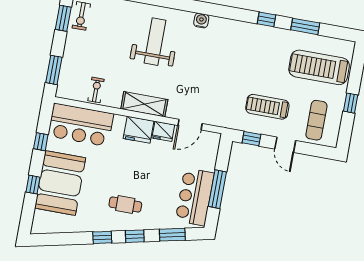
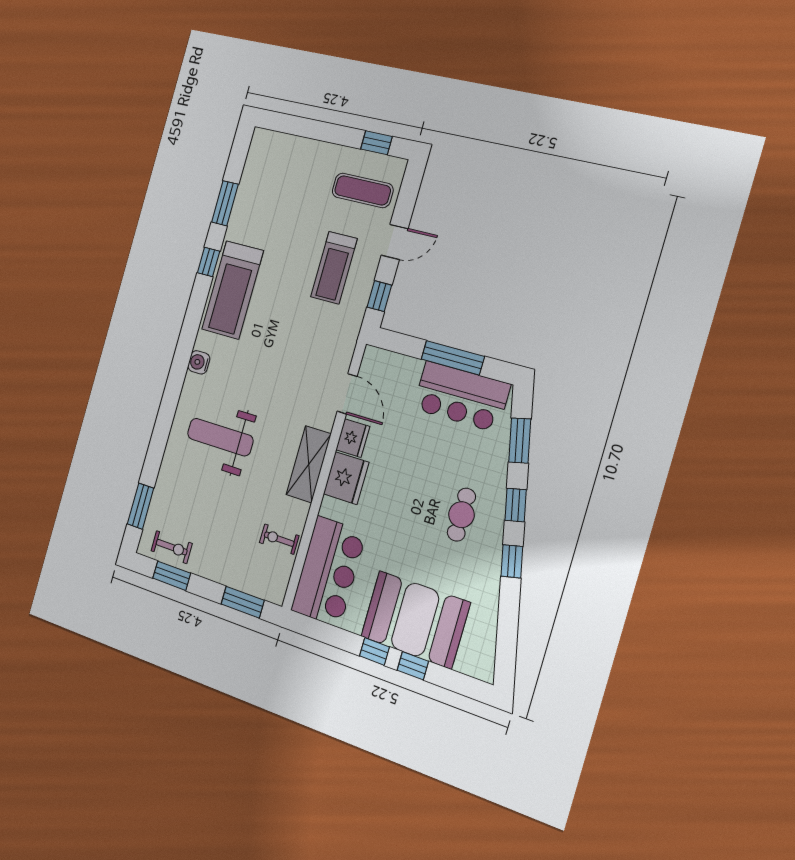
treadmill: (319, 67) -> (233, 290), moved
window: (351, 103) -> (376, 143), moved
window: (41, 142) -> (374, 651), moved

